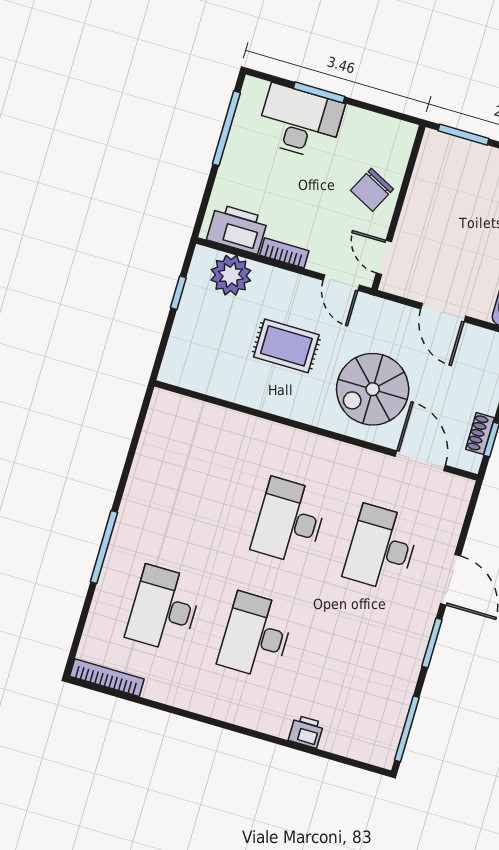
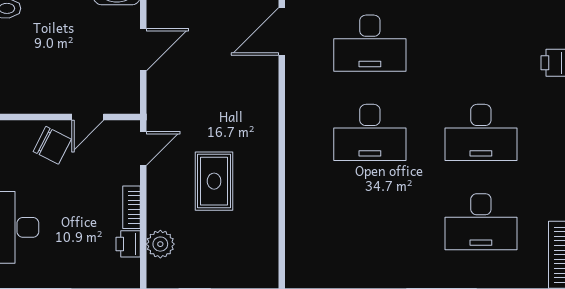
printer: (237, 229) -> (128, 244), width x0.53, depth x0.68
door: (384, 257) -> (88, 117), moved
plant: (231, 275) -> (160, 244), width x0.73, depth x0.73
spiral stairs: (373, 389) -> (230, 93), removed

